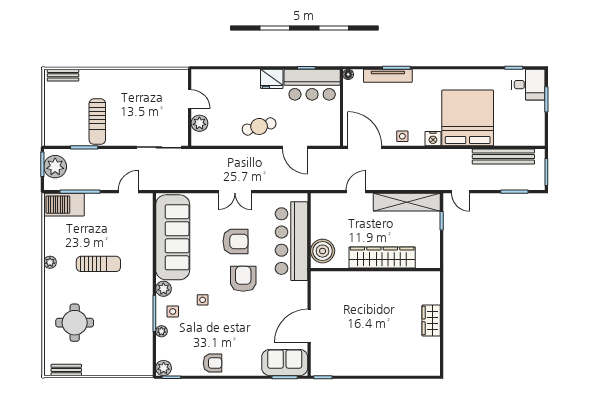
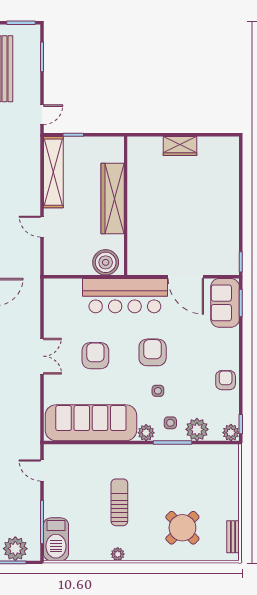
bar counter: (291, 241) -> (125, 296), moved
armchair: (243, 279) -> (153, 352), moved, turned 90
round table: (75, 323) -> (182, 528), turned 45
plant: (161, 331) -> (197, 429), width x1.88, depth x1.88

